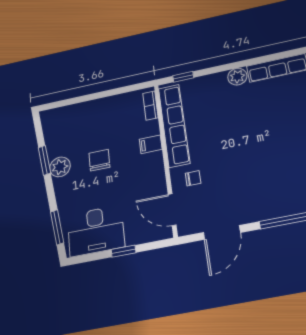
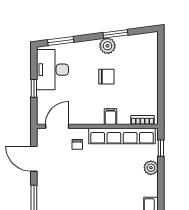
plant: (237, 77) -> (151, 168), moved

